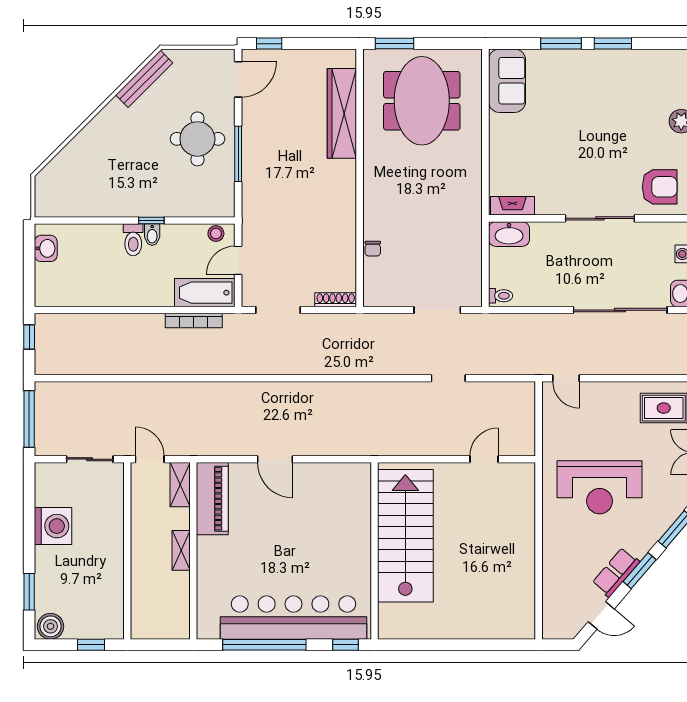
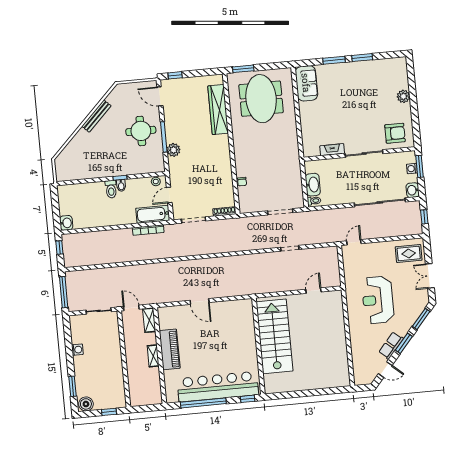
bench: (144, 79) -> (96, 116), moved
door: (238, 79) -> (160, 96), swing flipped
plant: (254, 179) -> (174, 150), added
fireplace: (513, 206) -> (332, 150), moved
washbasin: (509, 234) -> (313, 185), moved, turned -90
washbasin: (46, 248) -> (66, 223), moved
door: (566, 378) -> (354, 242), swing flipped
reception desk: (600, 487) -> (378, 300), turned 90
piano: (212, 499) -> (170, 349), moved
washing machine: (53, 526) -> (77, 350), width x0.53, depth x0.53

